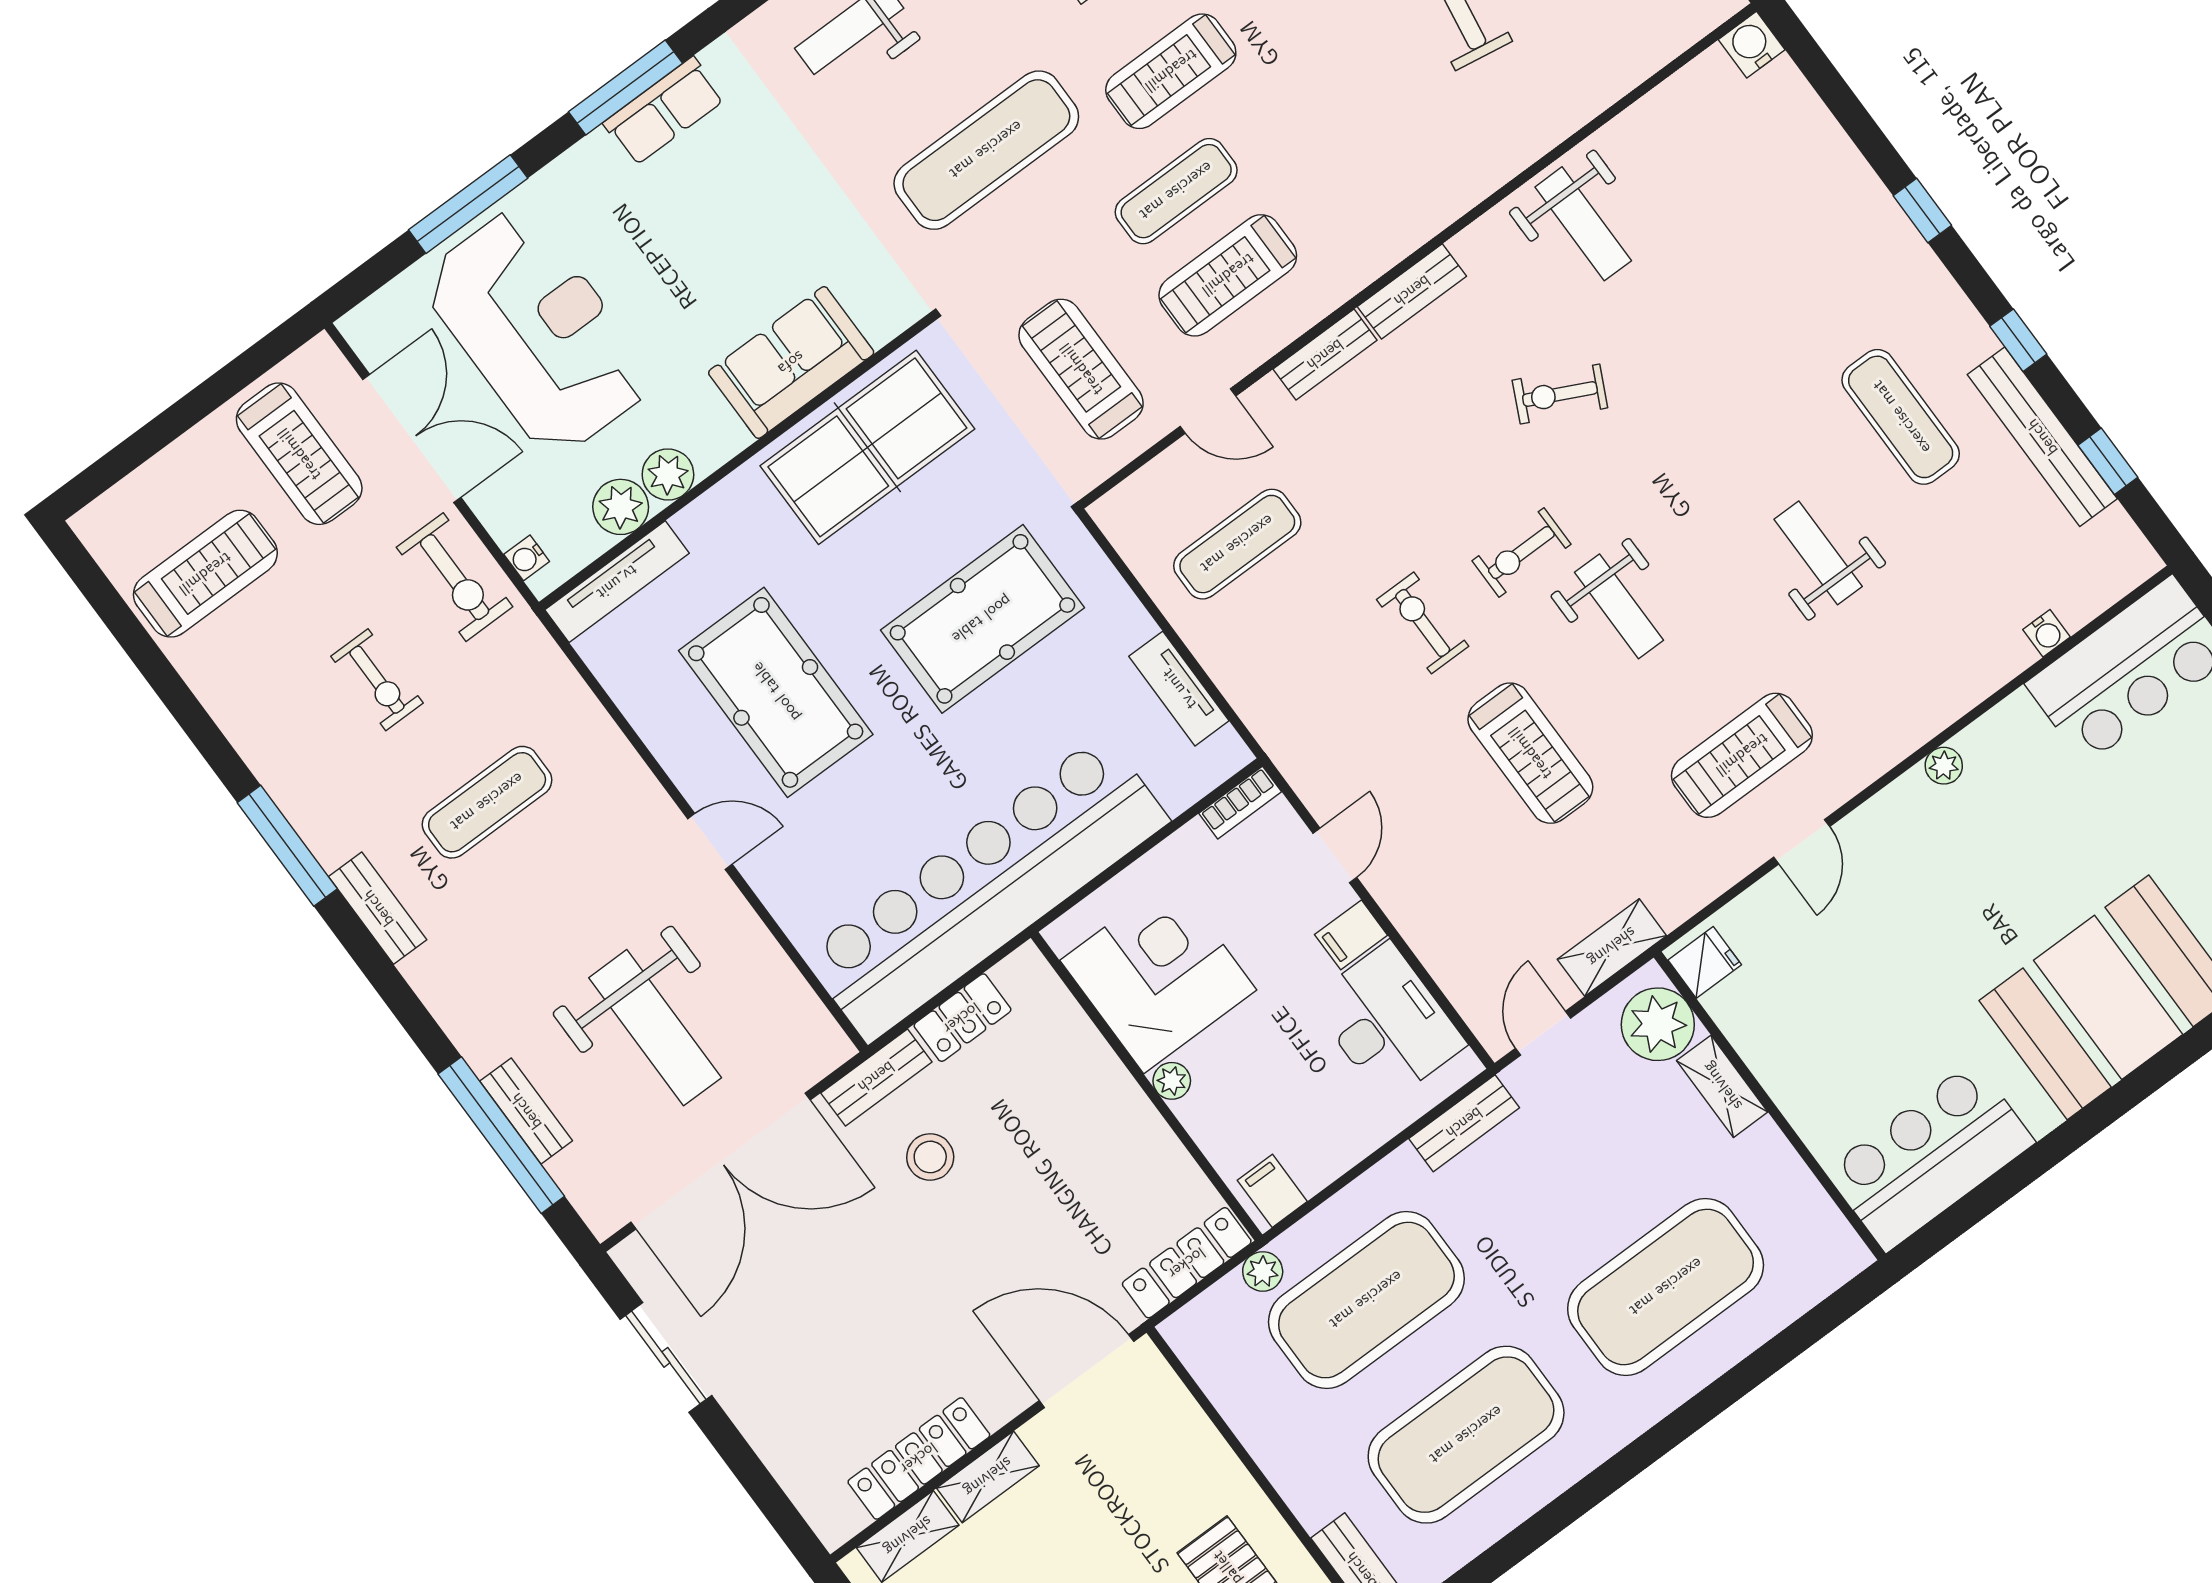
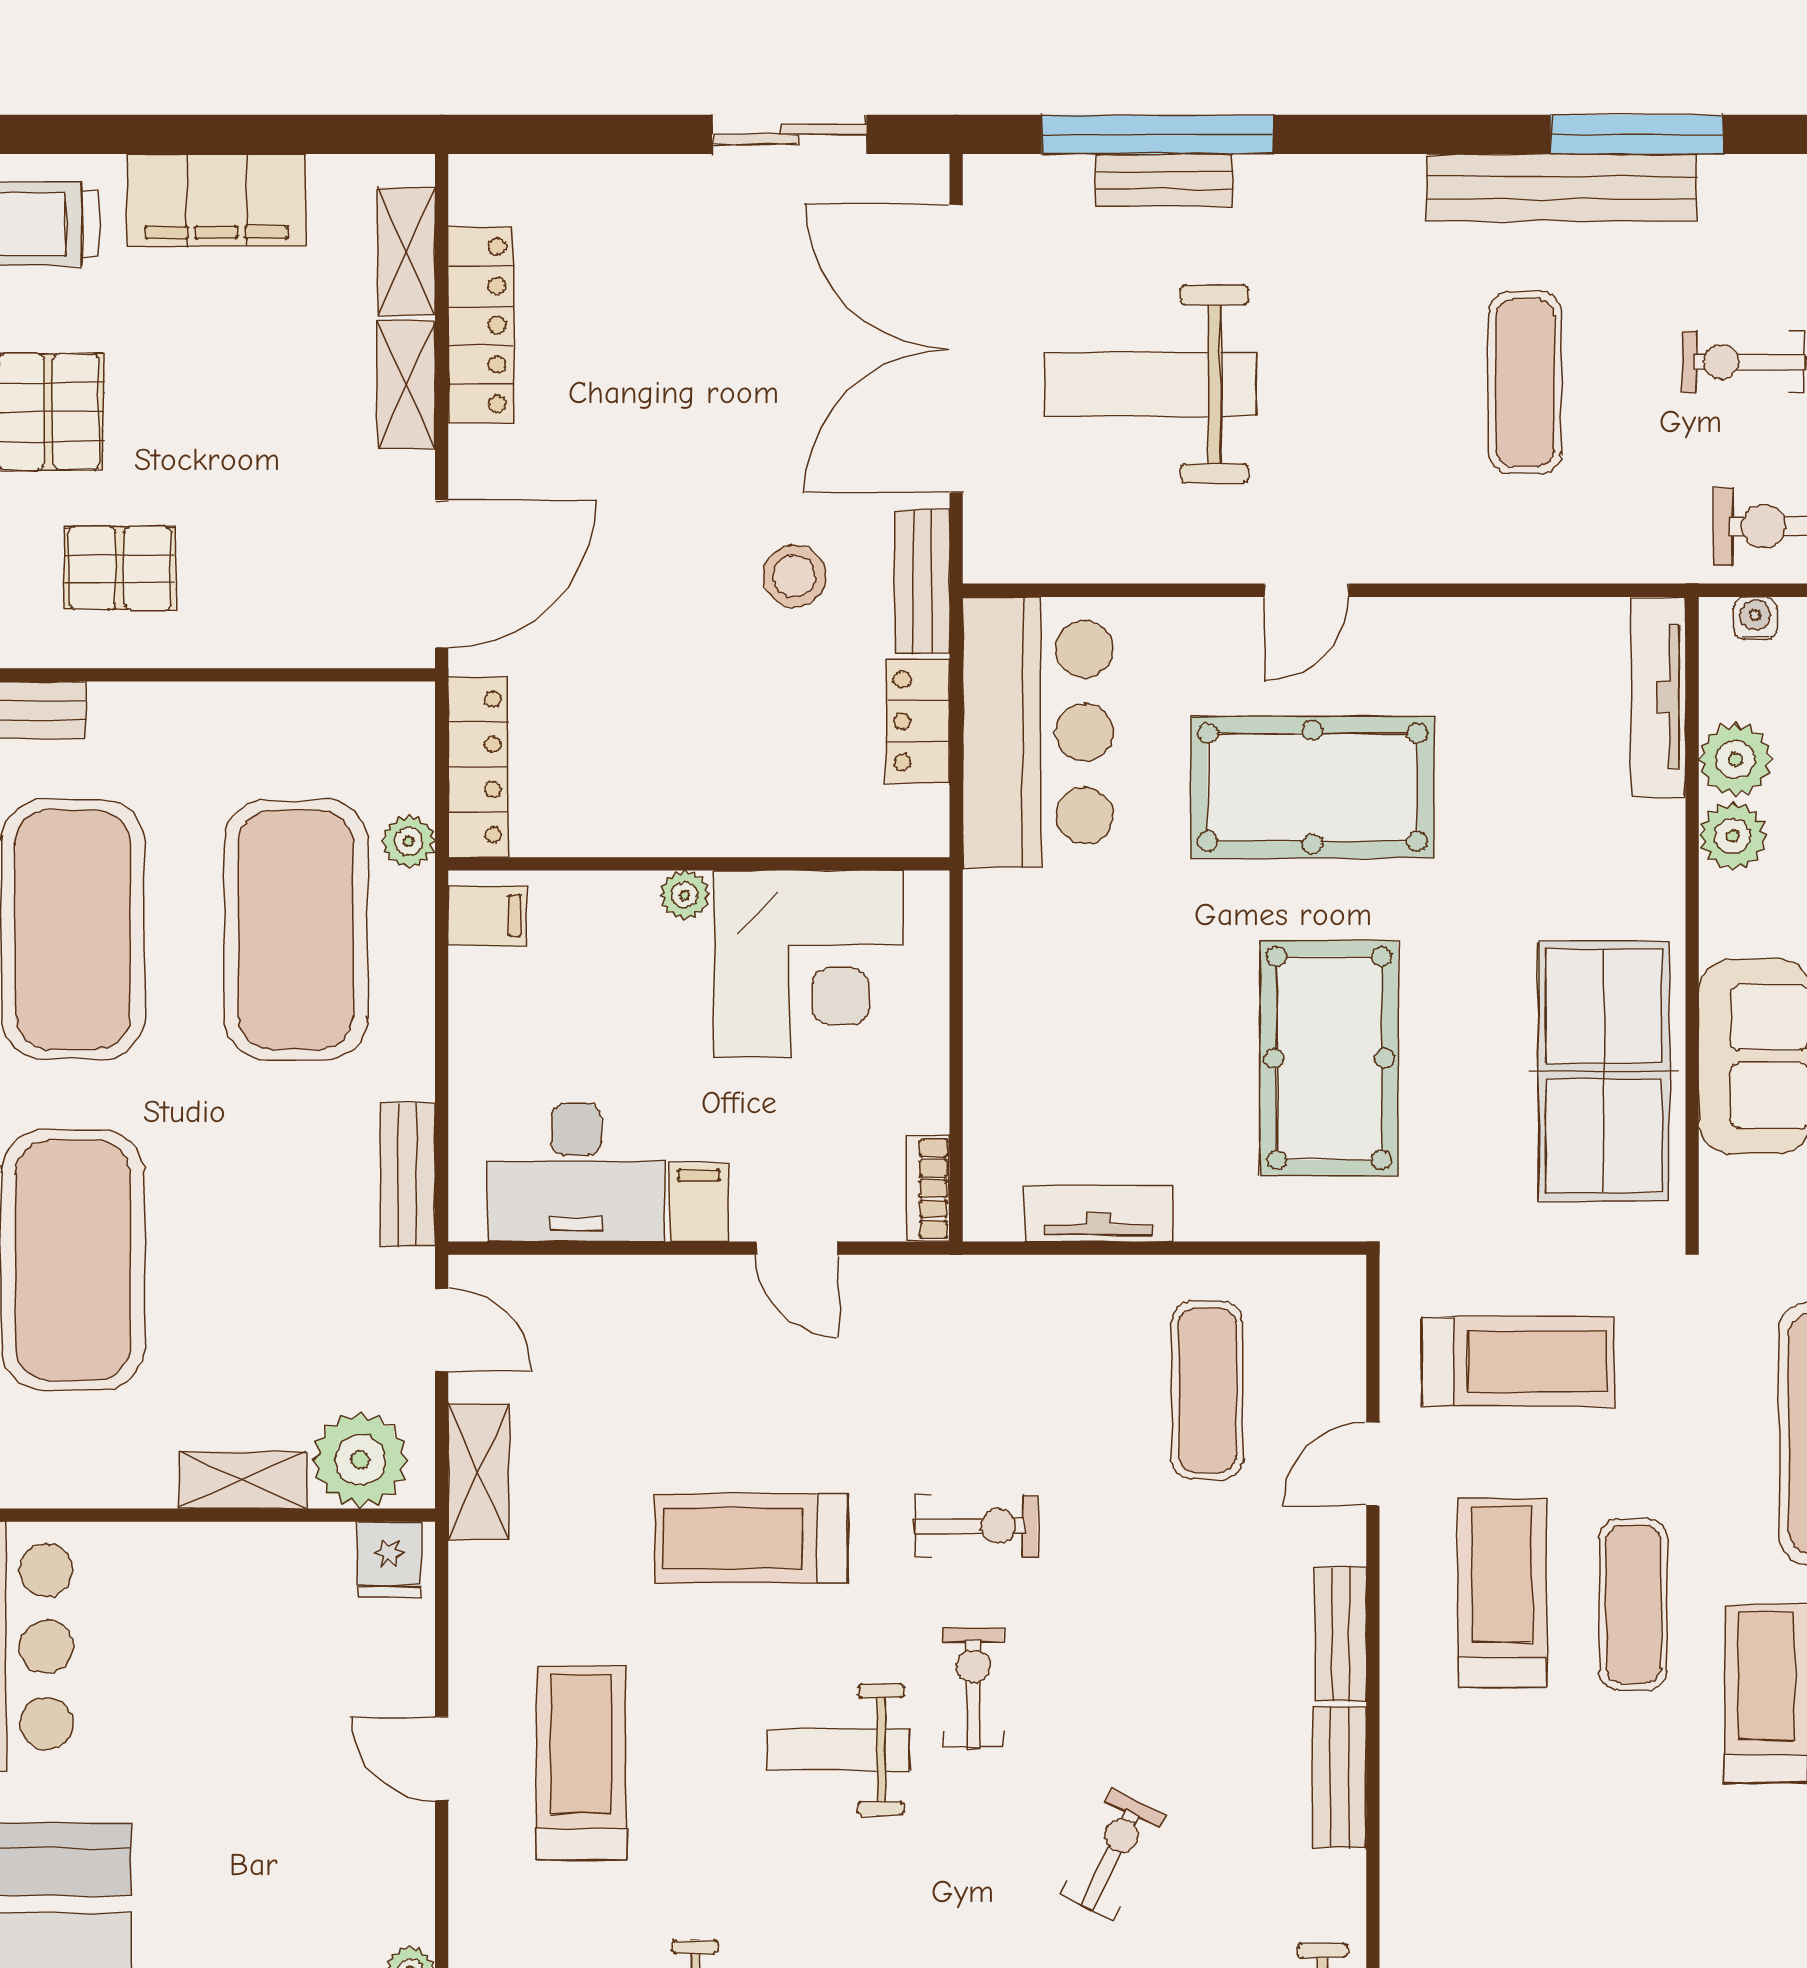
pool table: (776, 692) -> (1312, 787), moved
bar counter: (986, 888) -> (1038, 732), width x0.54
bench: (378, 908) -> (1561, 188), width x1.86, depth x1.21

